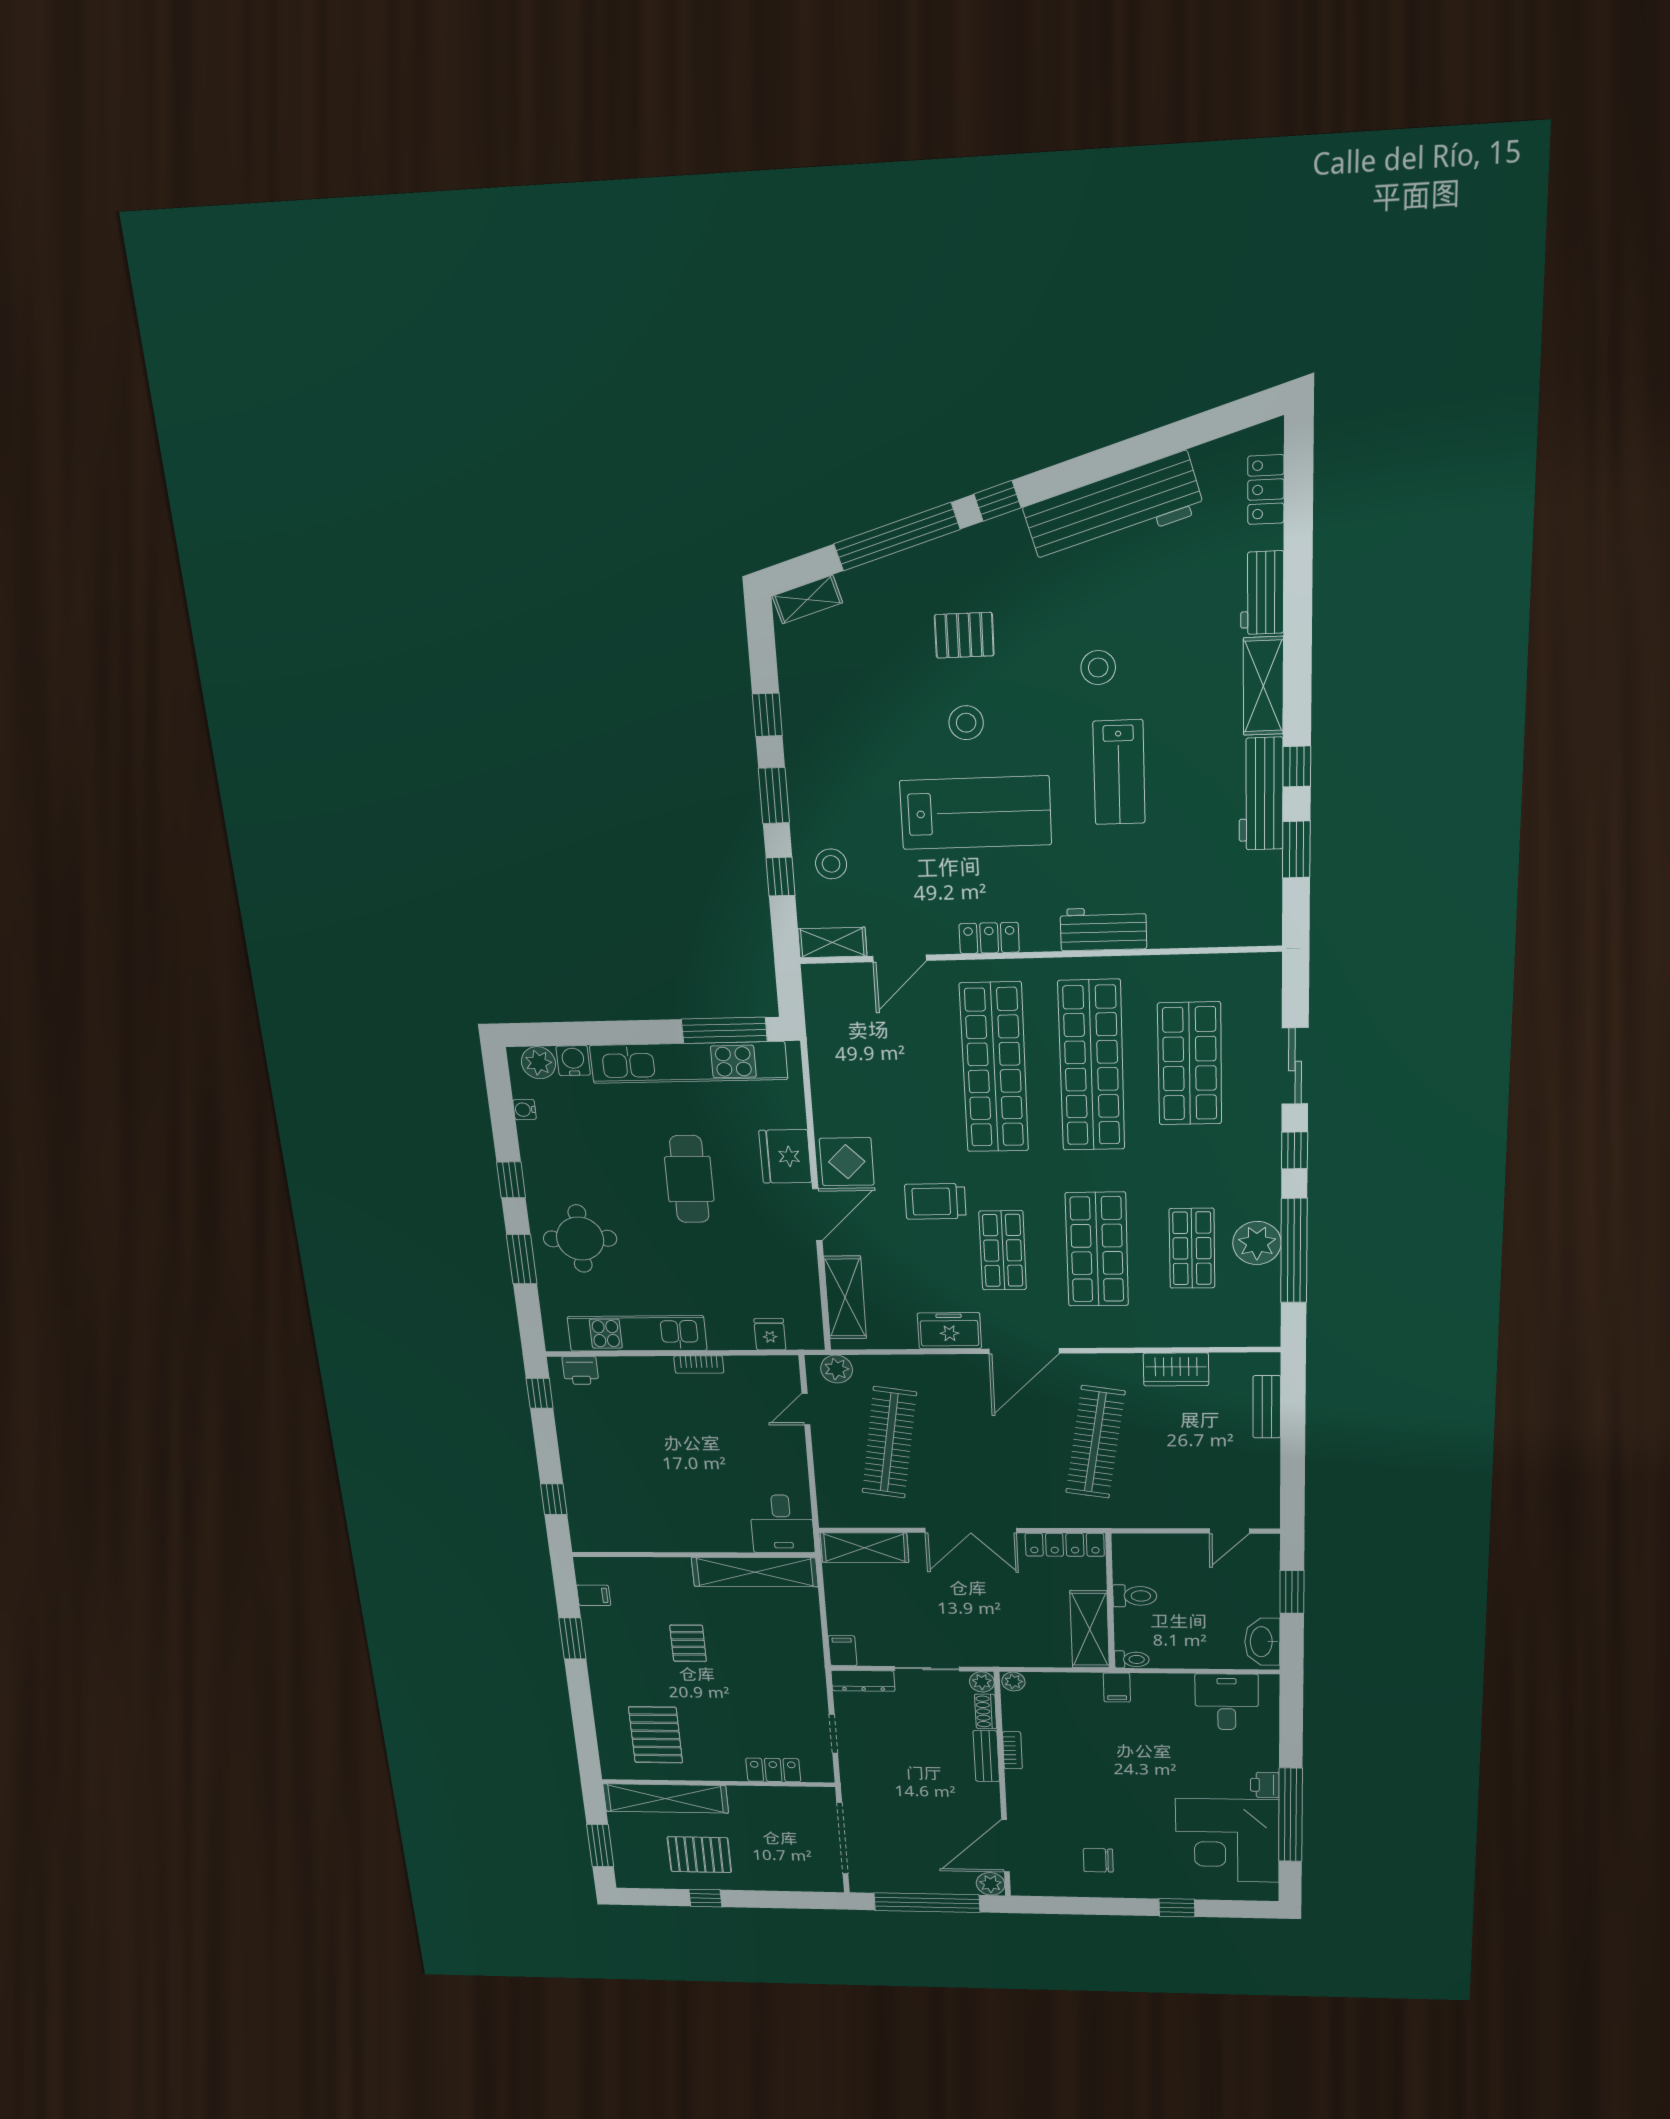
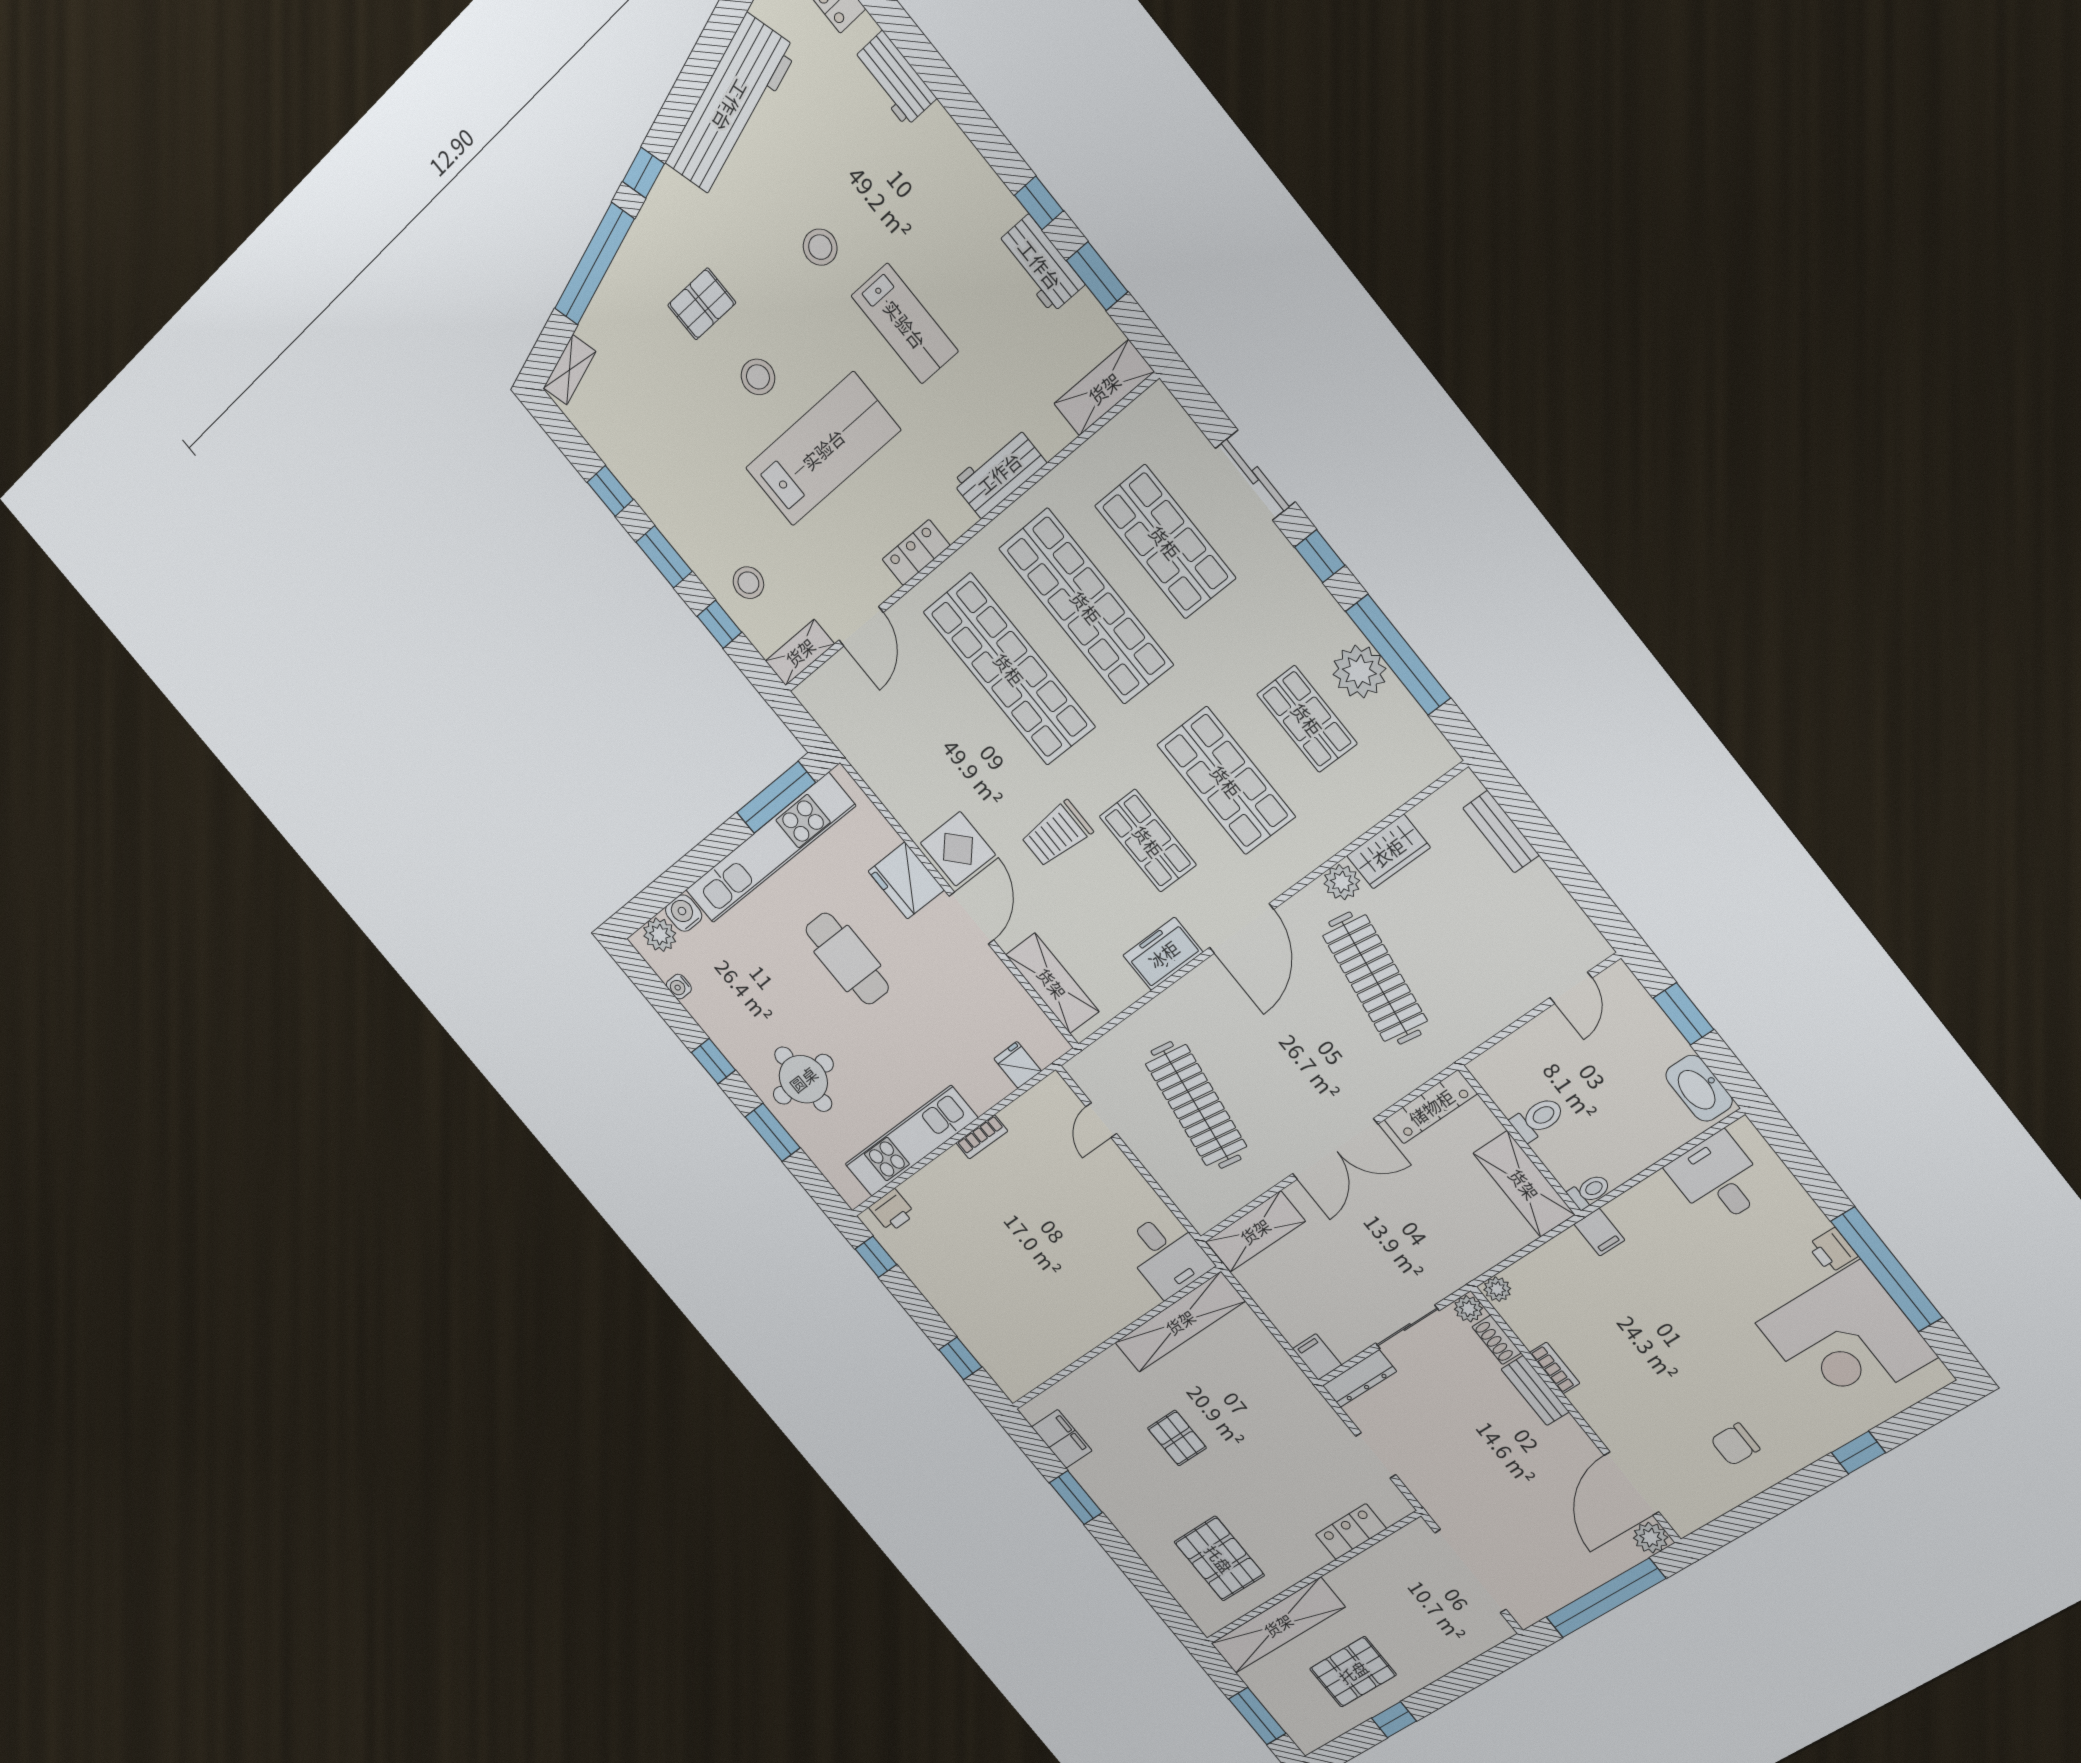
shelving: (1263, 686) -> (1104, 388), moved, turned 90
workbench: (1261, 794) -> (1040, 264), width x0.73
plant: (837, 1369) -> (1342, 882), moved
filing cabinet: (594, 1595) -> (1062, 1439), width x2.00

